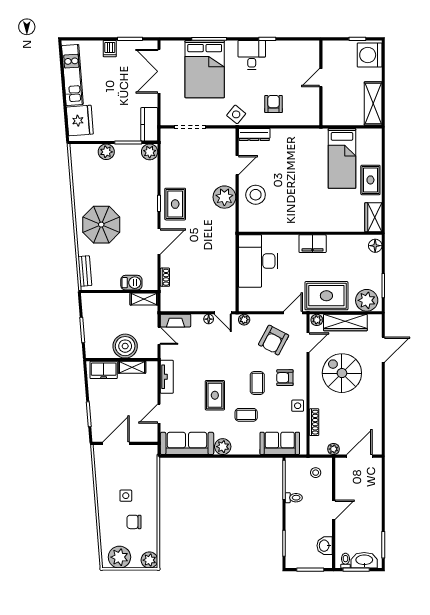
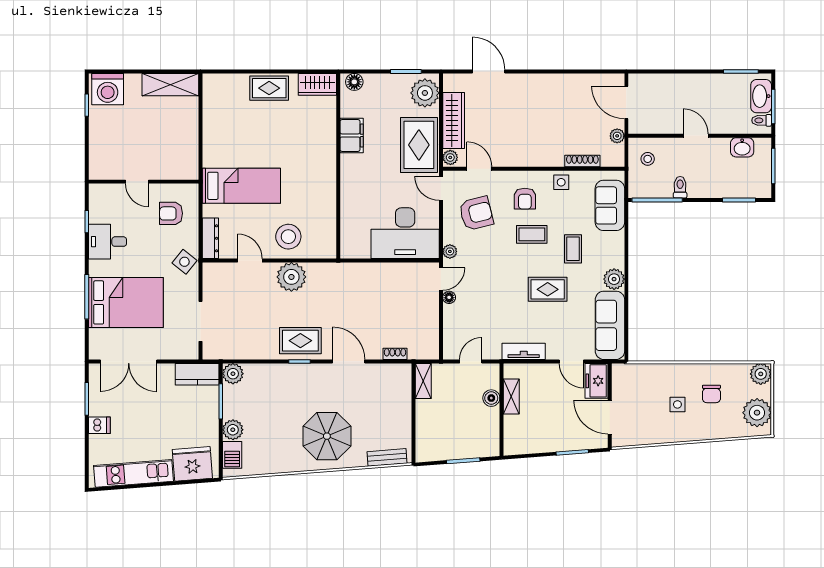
door: (321, 78) -> (137, 182), moved
wall: (321, 83) -> (144, 182), moved
bed: (342, 158) -> (241, 186), moved
filing cabinet: (313, 244) -> (352, 135), moved
desk: (258, 261) -> (405, 233), moved
barbecue: (131, 283) -> (232, 455), moved, turned 180
fireplace: (176, 321) -> (451, 340), removed
armchair: (274, 340) -> (476, 213), turned -42
boiler: (125, 346) -> (491, 398), width x0.54, depth x0.54
freezer: (104, 370) -> (597, 381), moved, turned 180
spiral stairs: (342, 373) -> (519, 125), removed

